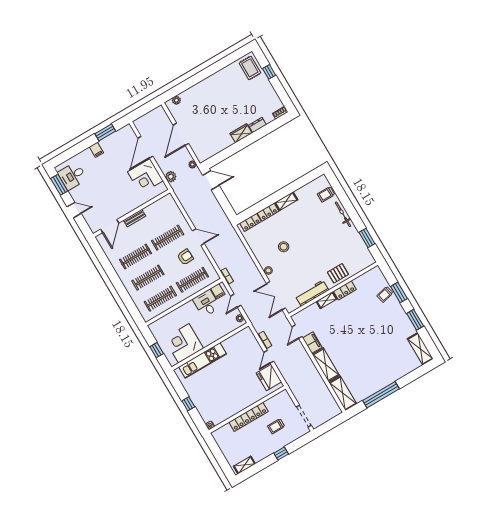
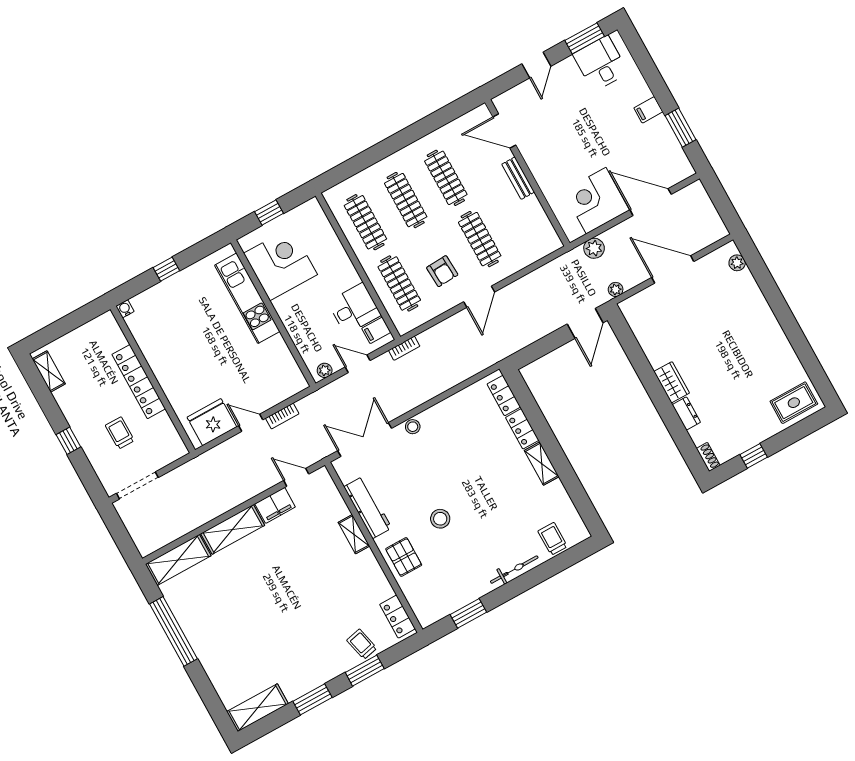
window: (269, 72) -> (754, 456), moved
stool: (284, 247) -> (440, 519), moved
locker: (345, 290) -> (397, 617), moved

